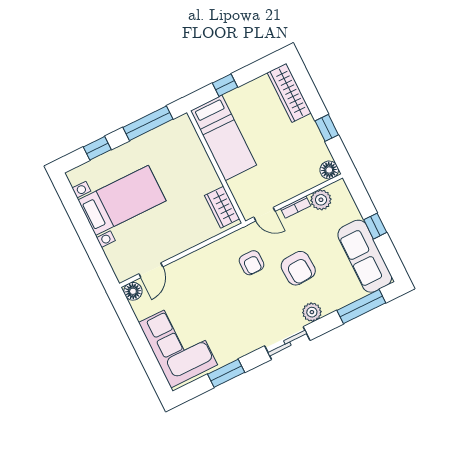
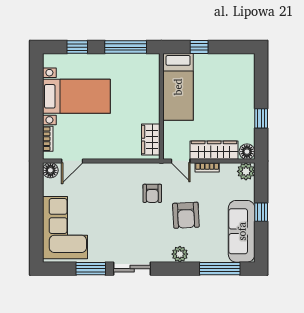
wardrobe: (289, 93) -> (214, 150), moved, turned 90
plant: (321, 200) -> (246, 171), moved
bookcase: (114, 260) -> (48, 139), added
sliding door: (287, 343) -> (132, 269), moved

